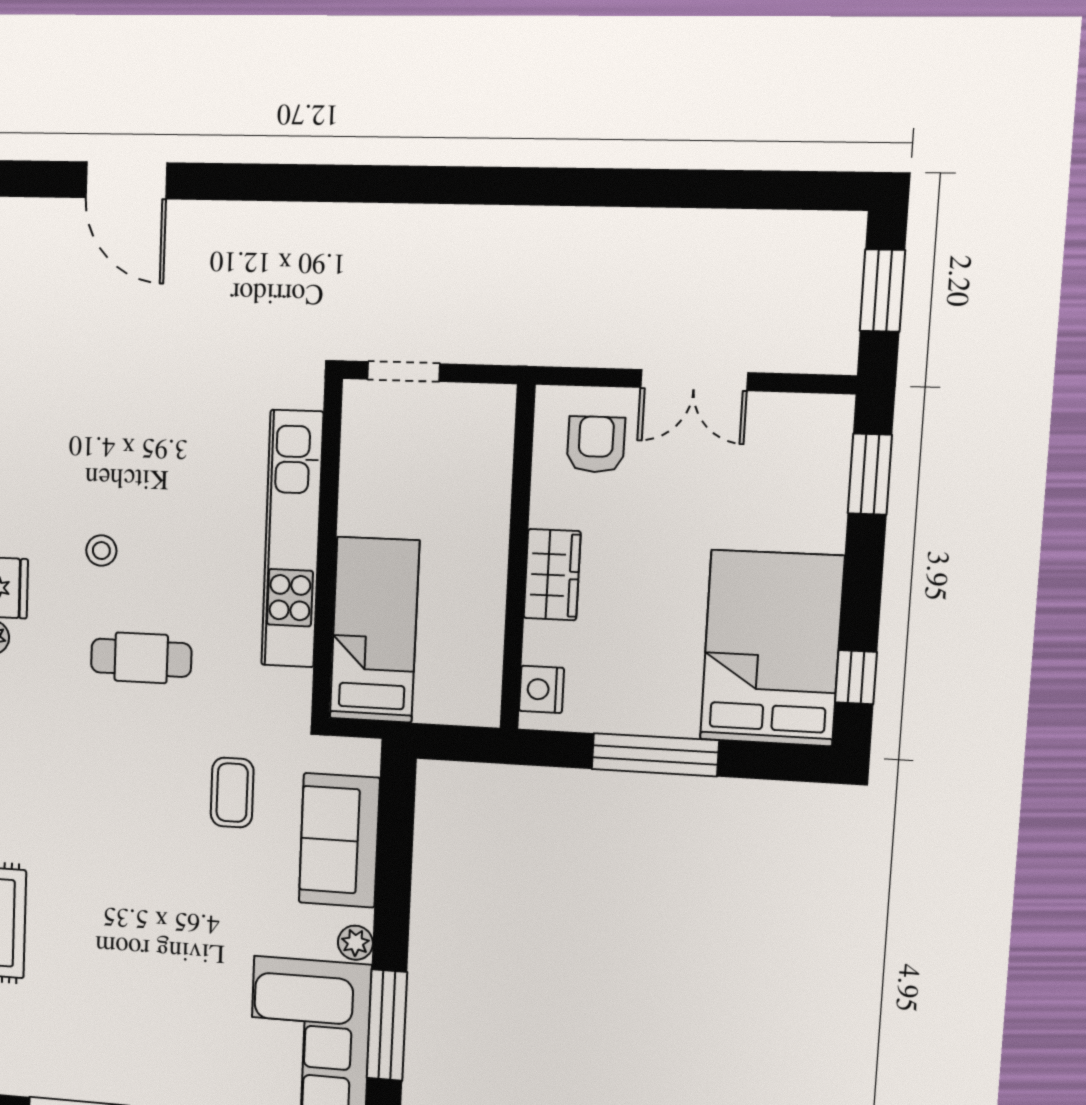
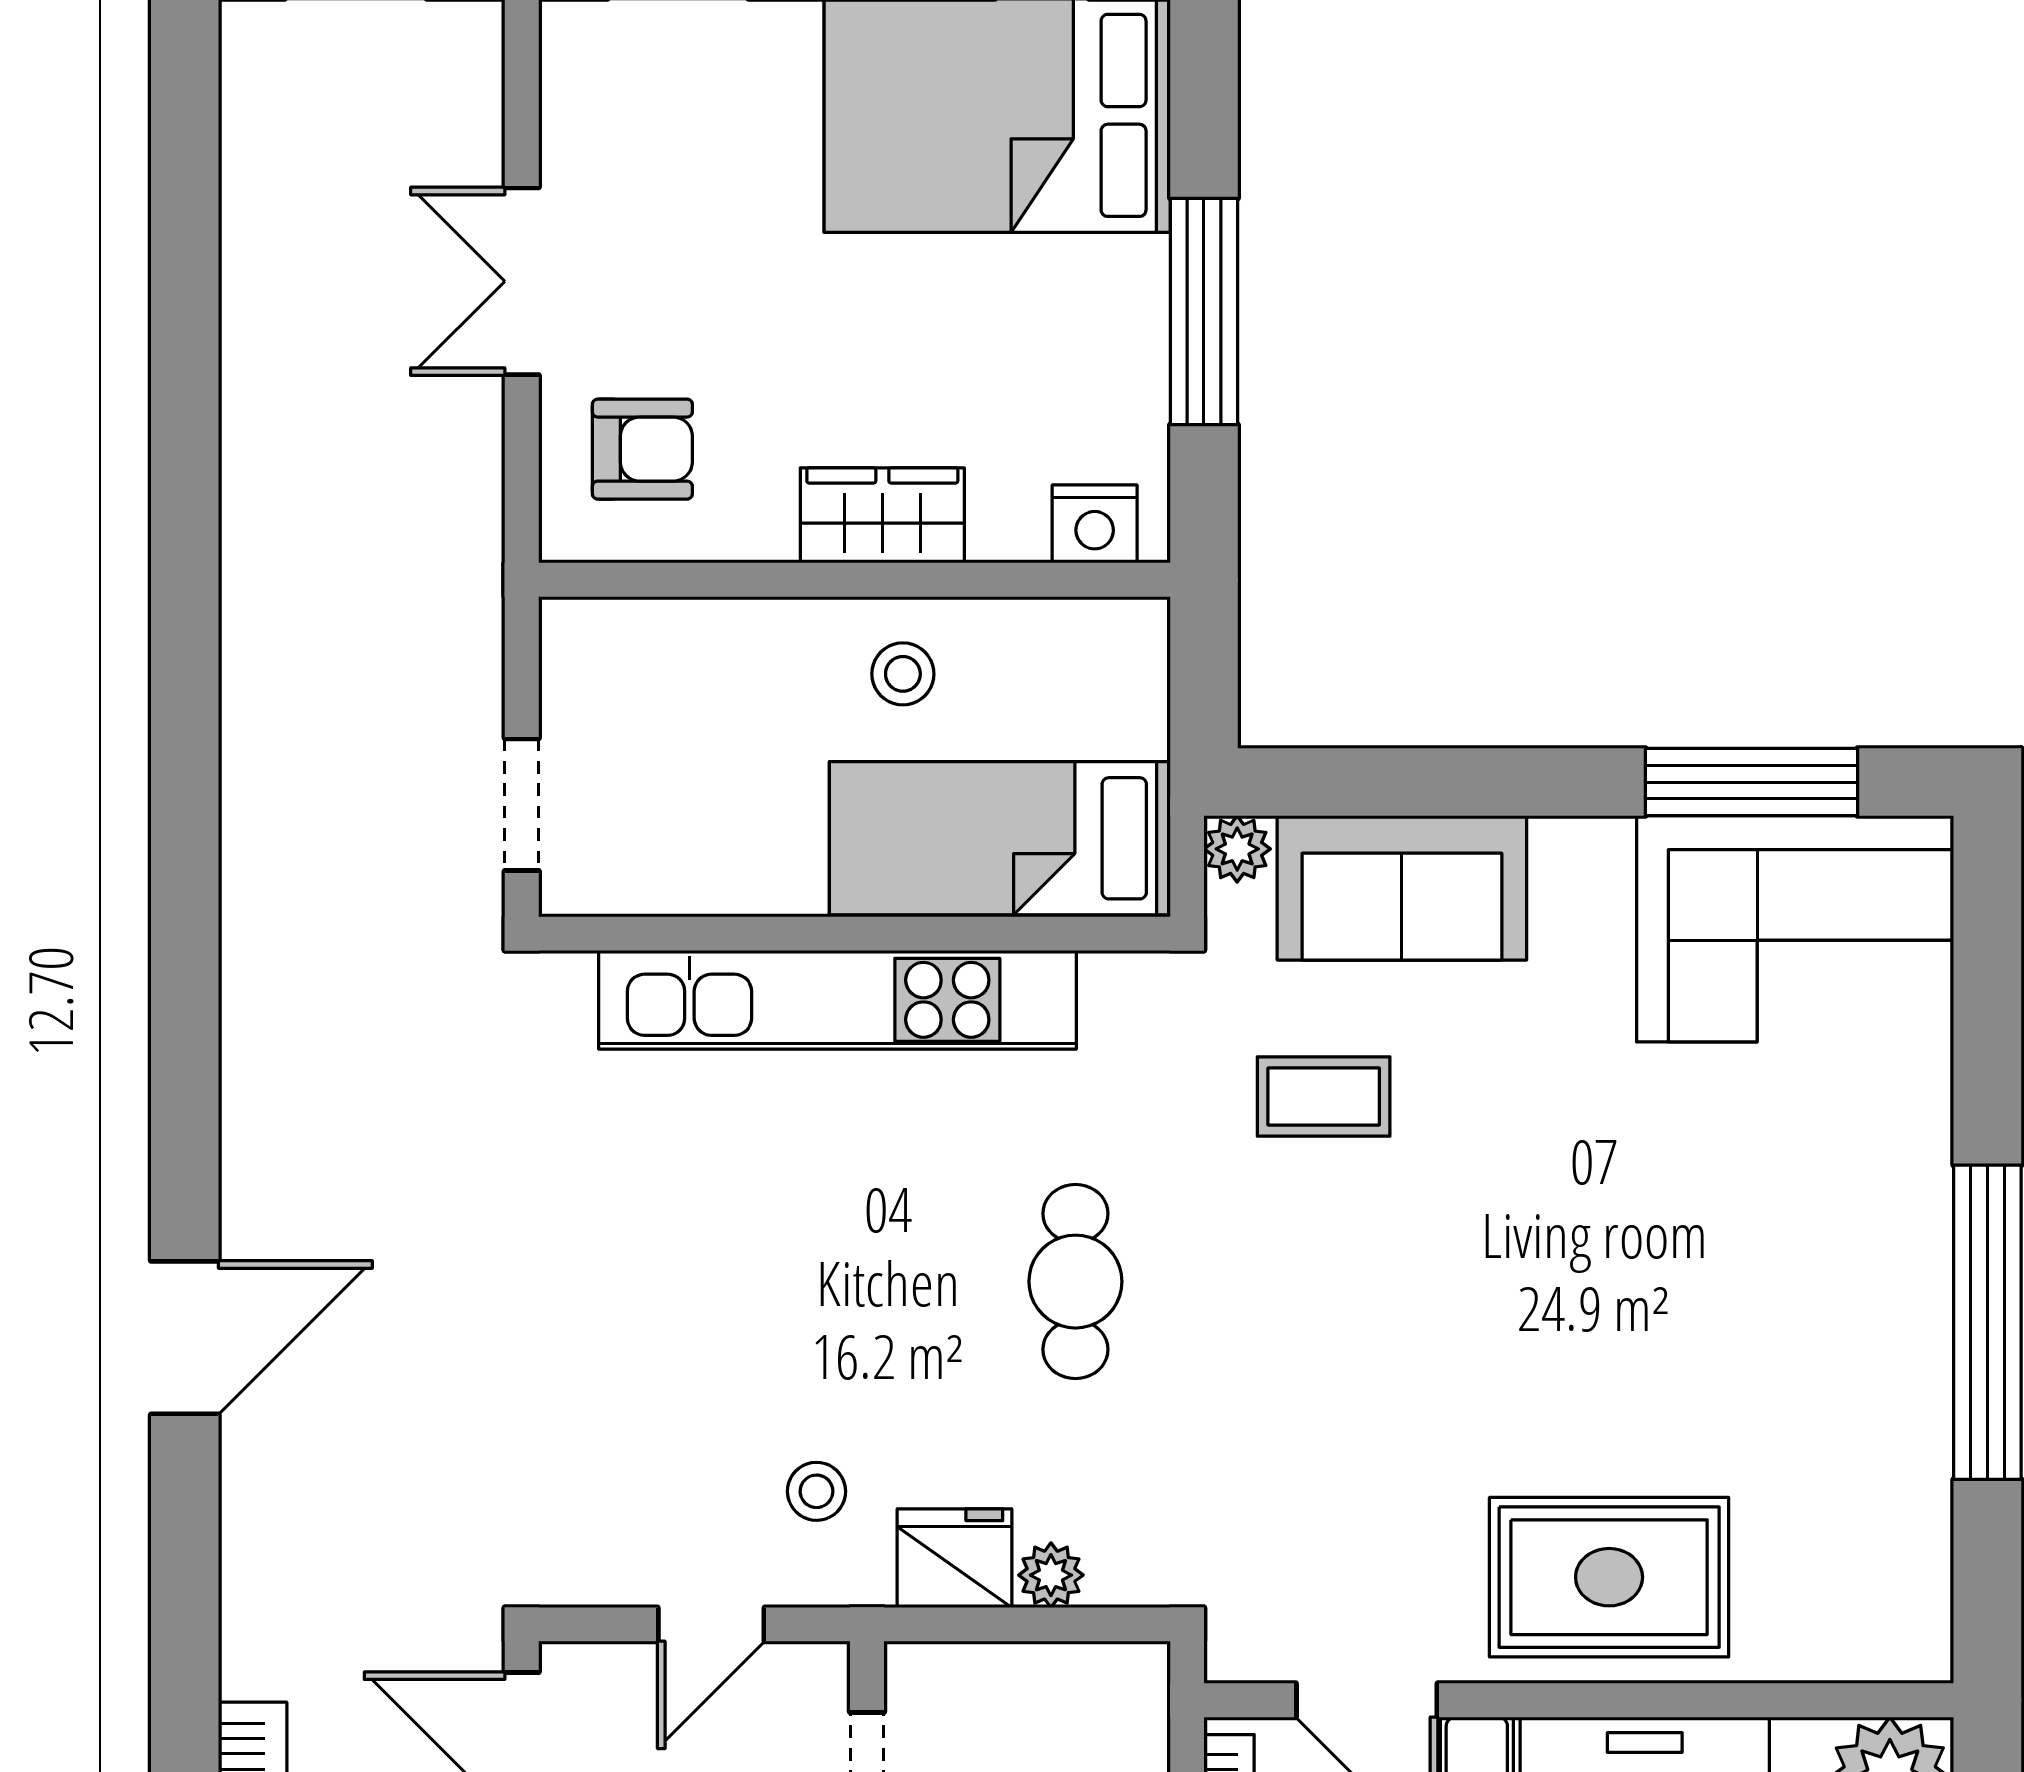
double door: (694, 380) -> (522, 281), swing flipped
armchair: (596, 444) -> (642, 449), turned 180
stool: (101, 551) -> (817, 1491), moved
stool: (465, 582) -> (903, 674), added
plant: (355, 943) -> (1237, 849), moved

